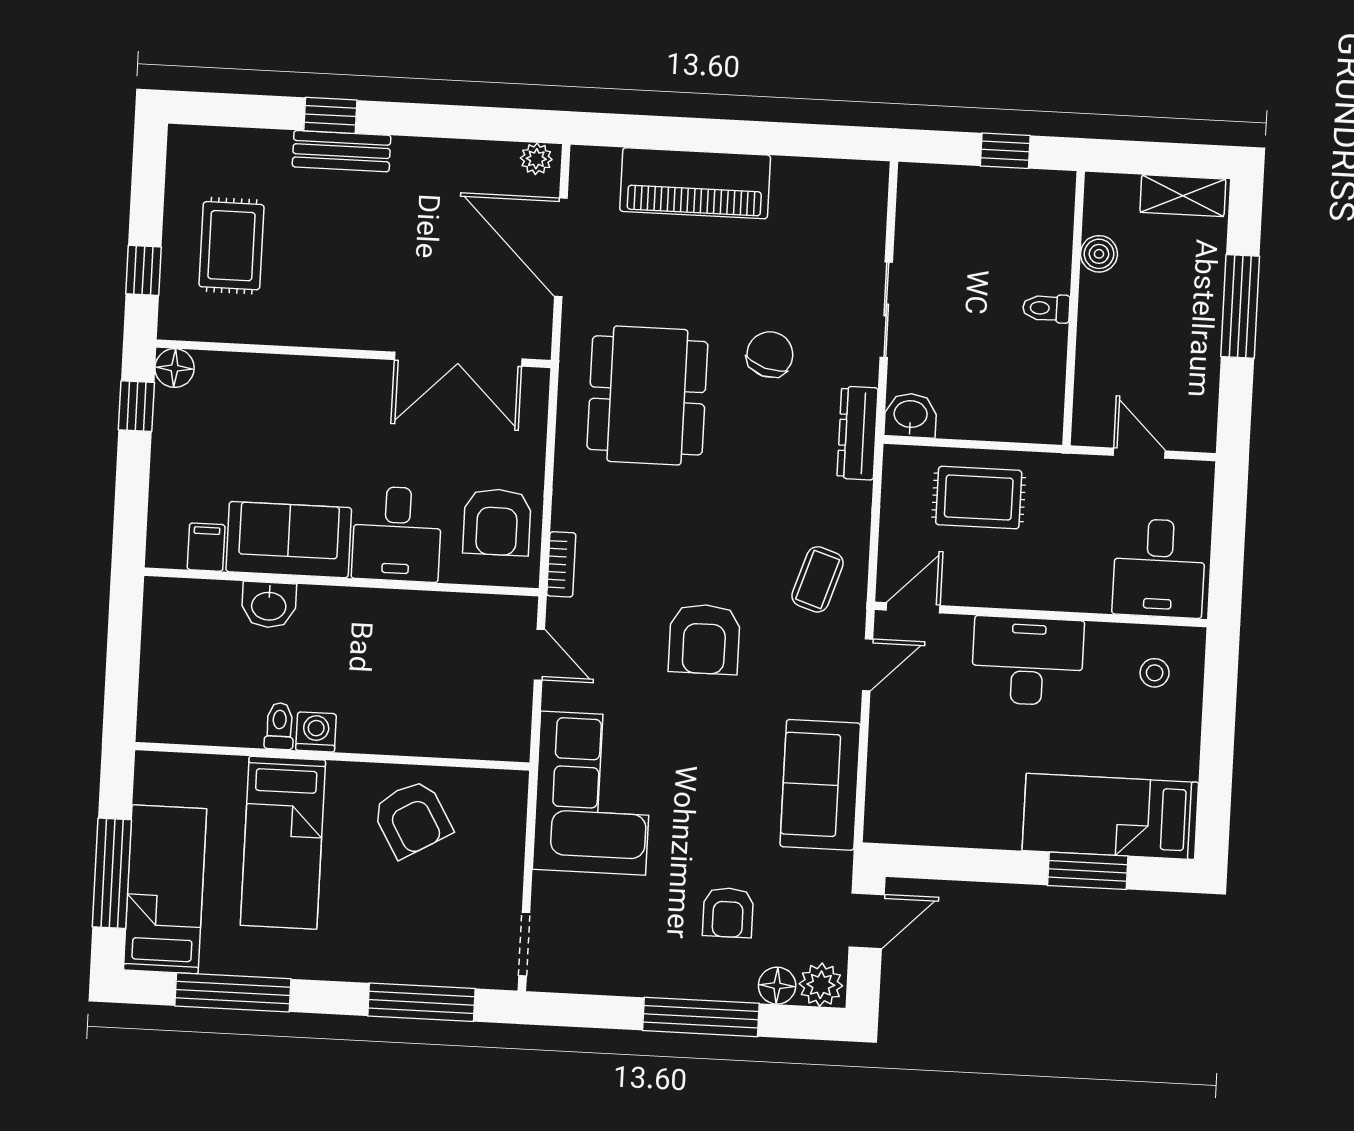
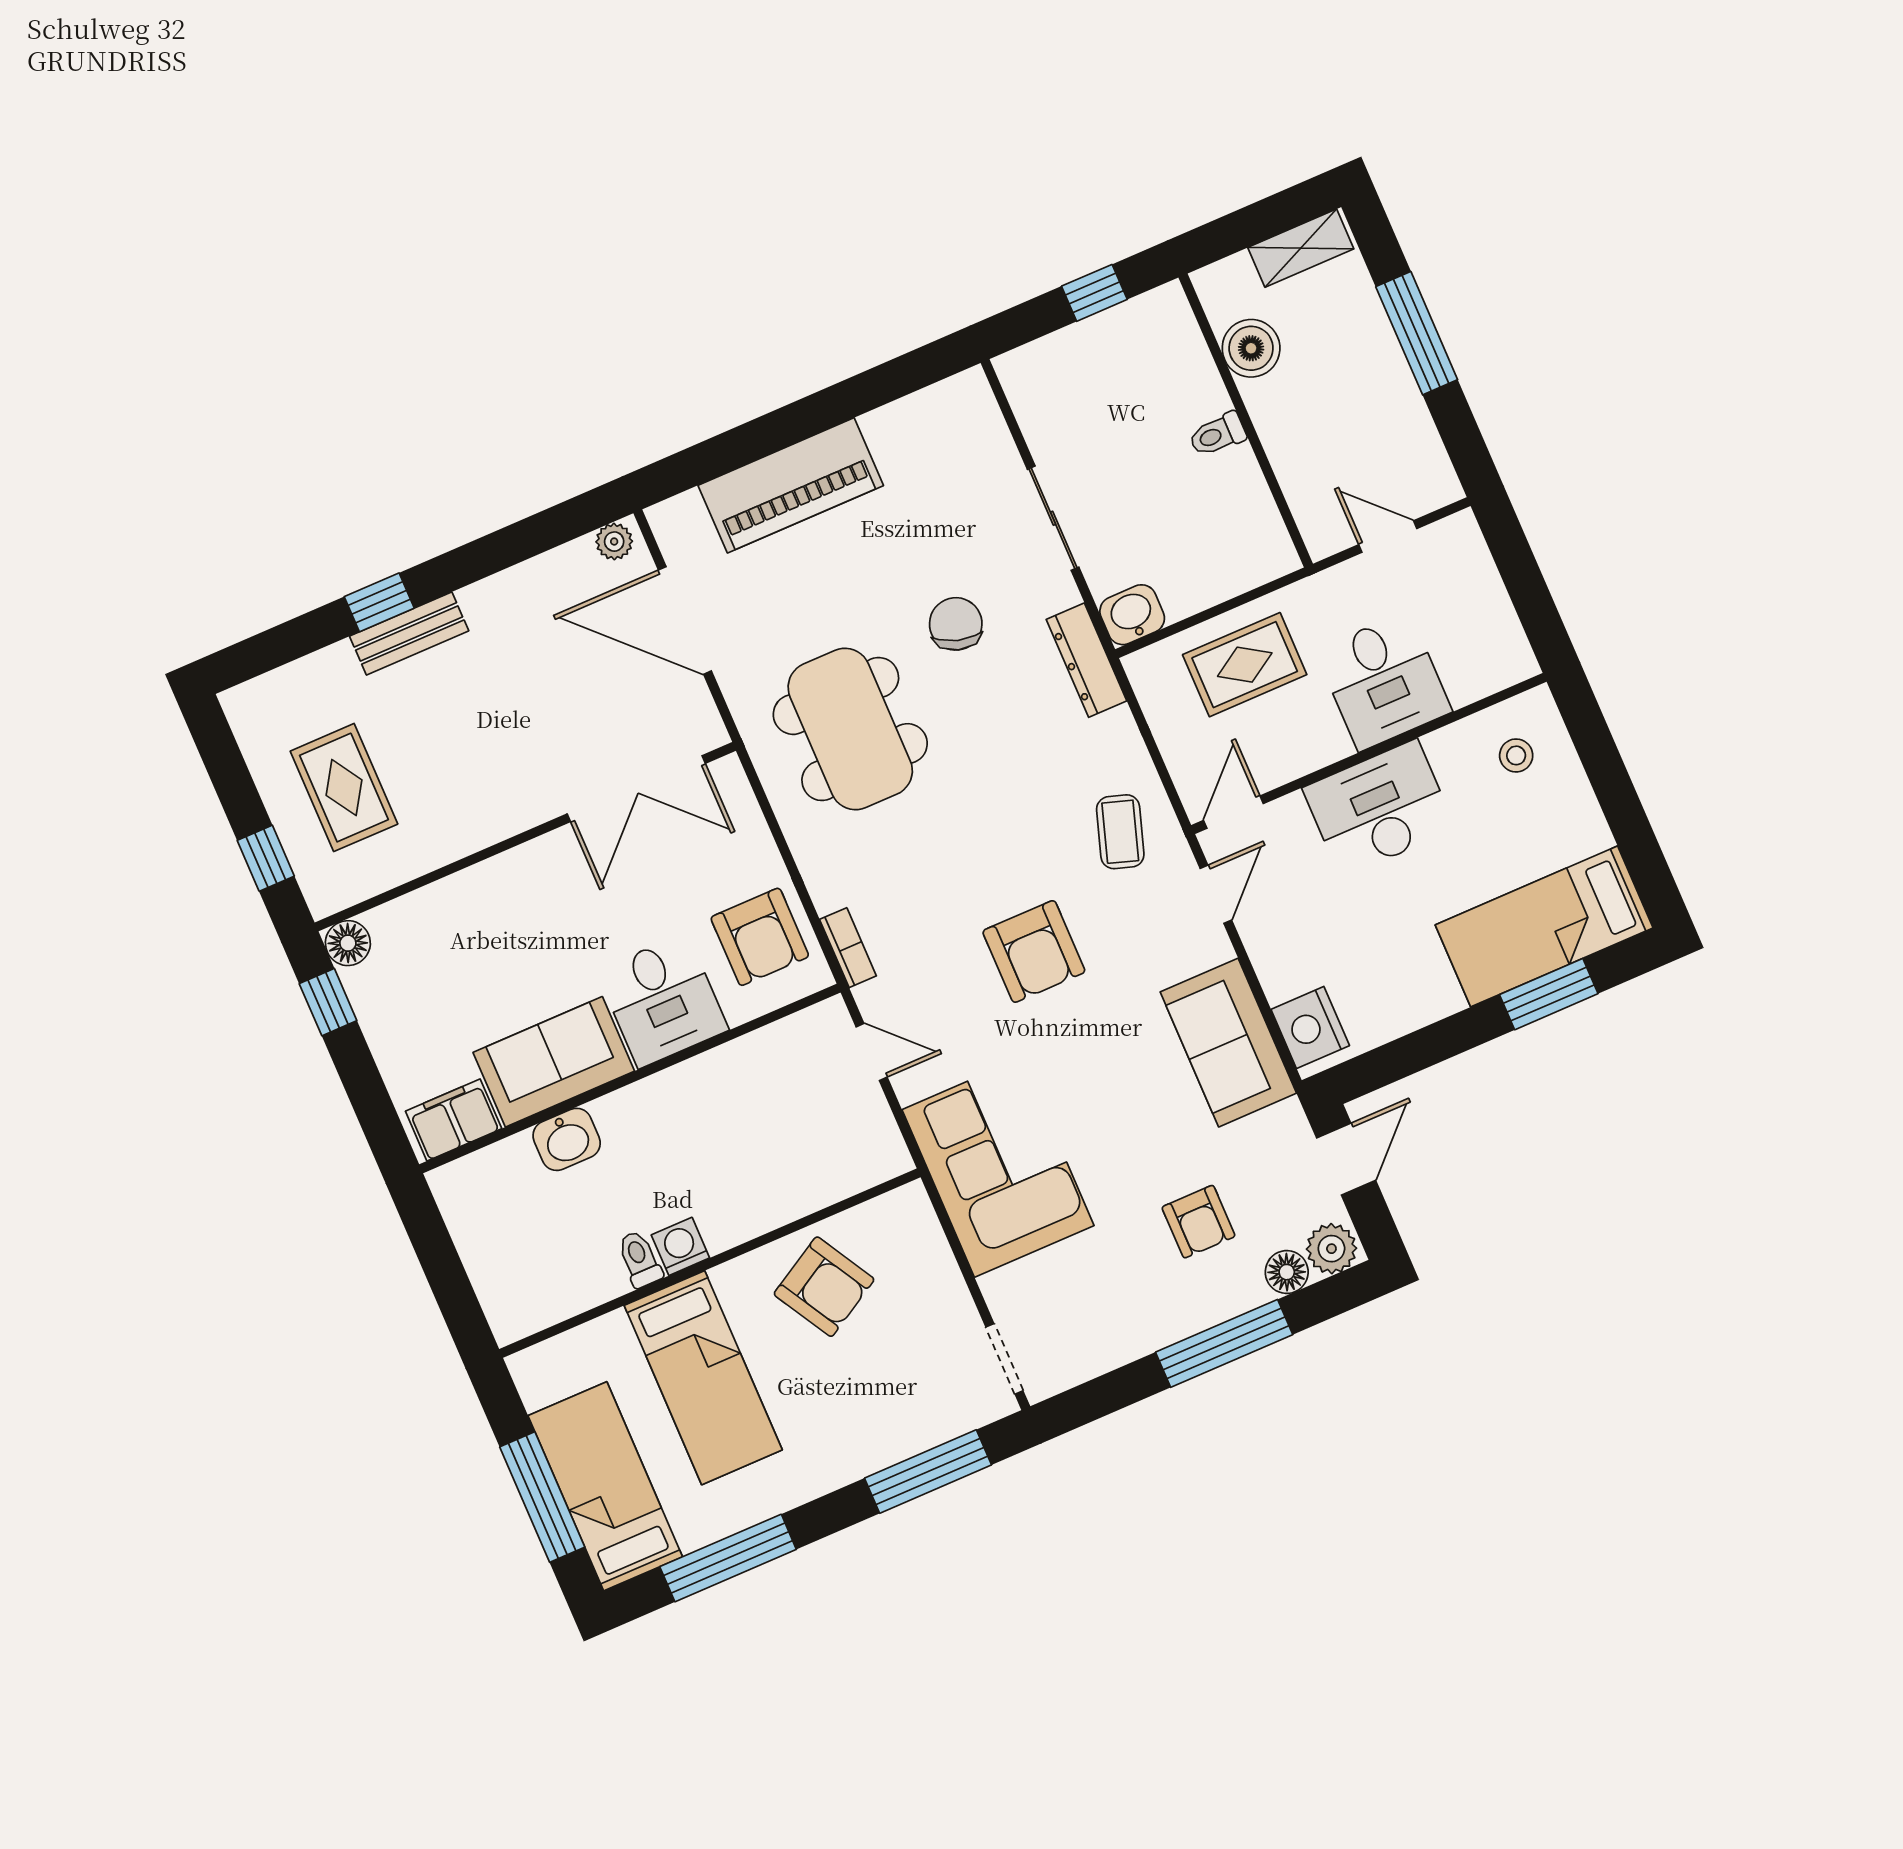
boiler: (1099, 254) -> (1251, 348), width x1.36, depth x1.36
filing cabinet: (206, 547) -> (454, 1120), width x2.00
desk: (1159, 568) -> (1384, 681), moved
nightstand: (890, 805) -> (1310, 1027), added

